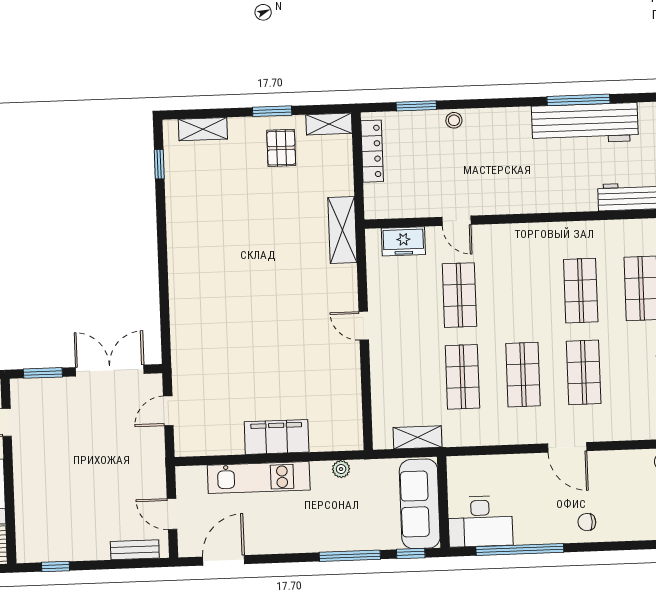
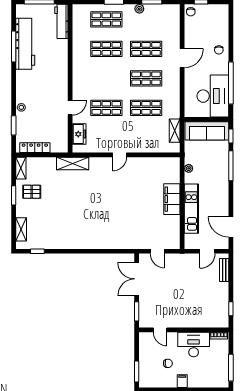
desk: (480, 521) -> (213, 96), width x1.36, depth x1.30

